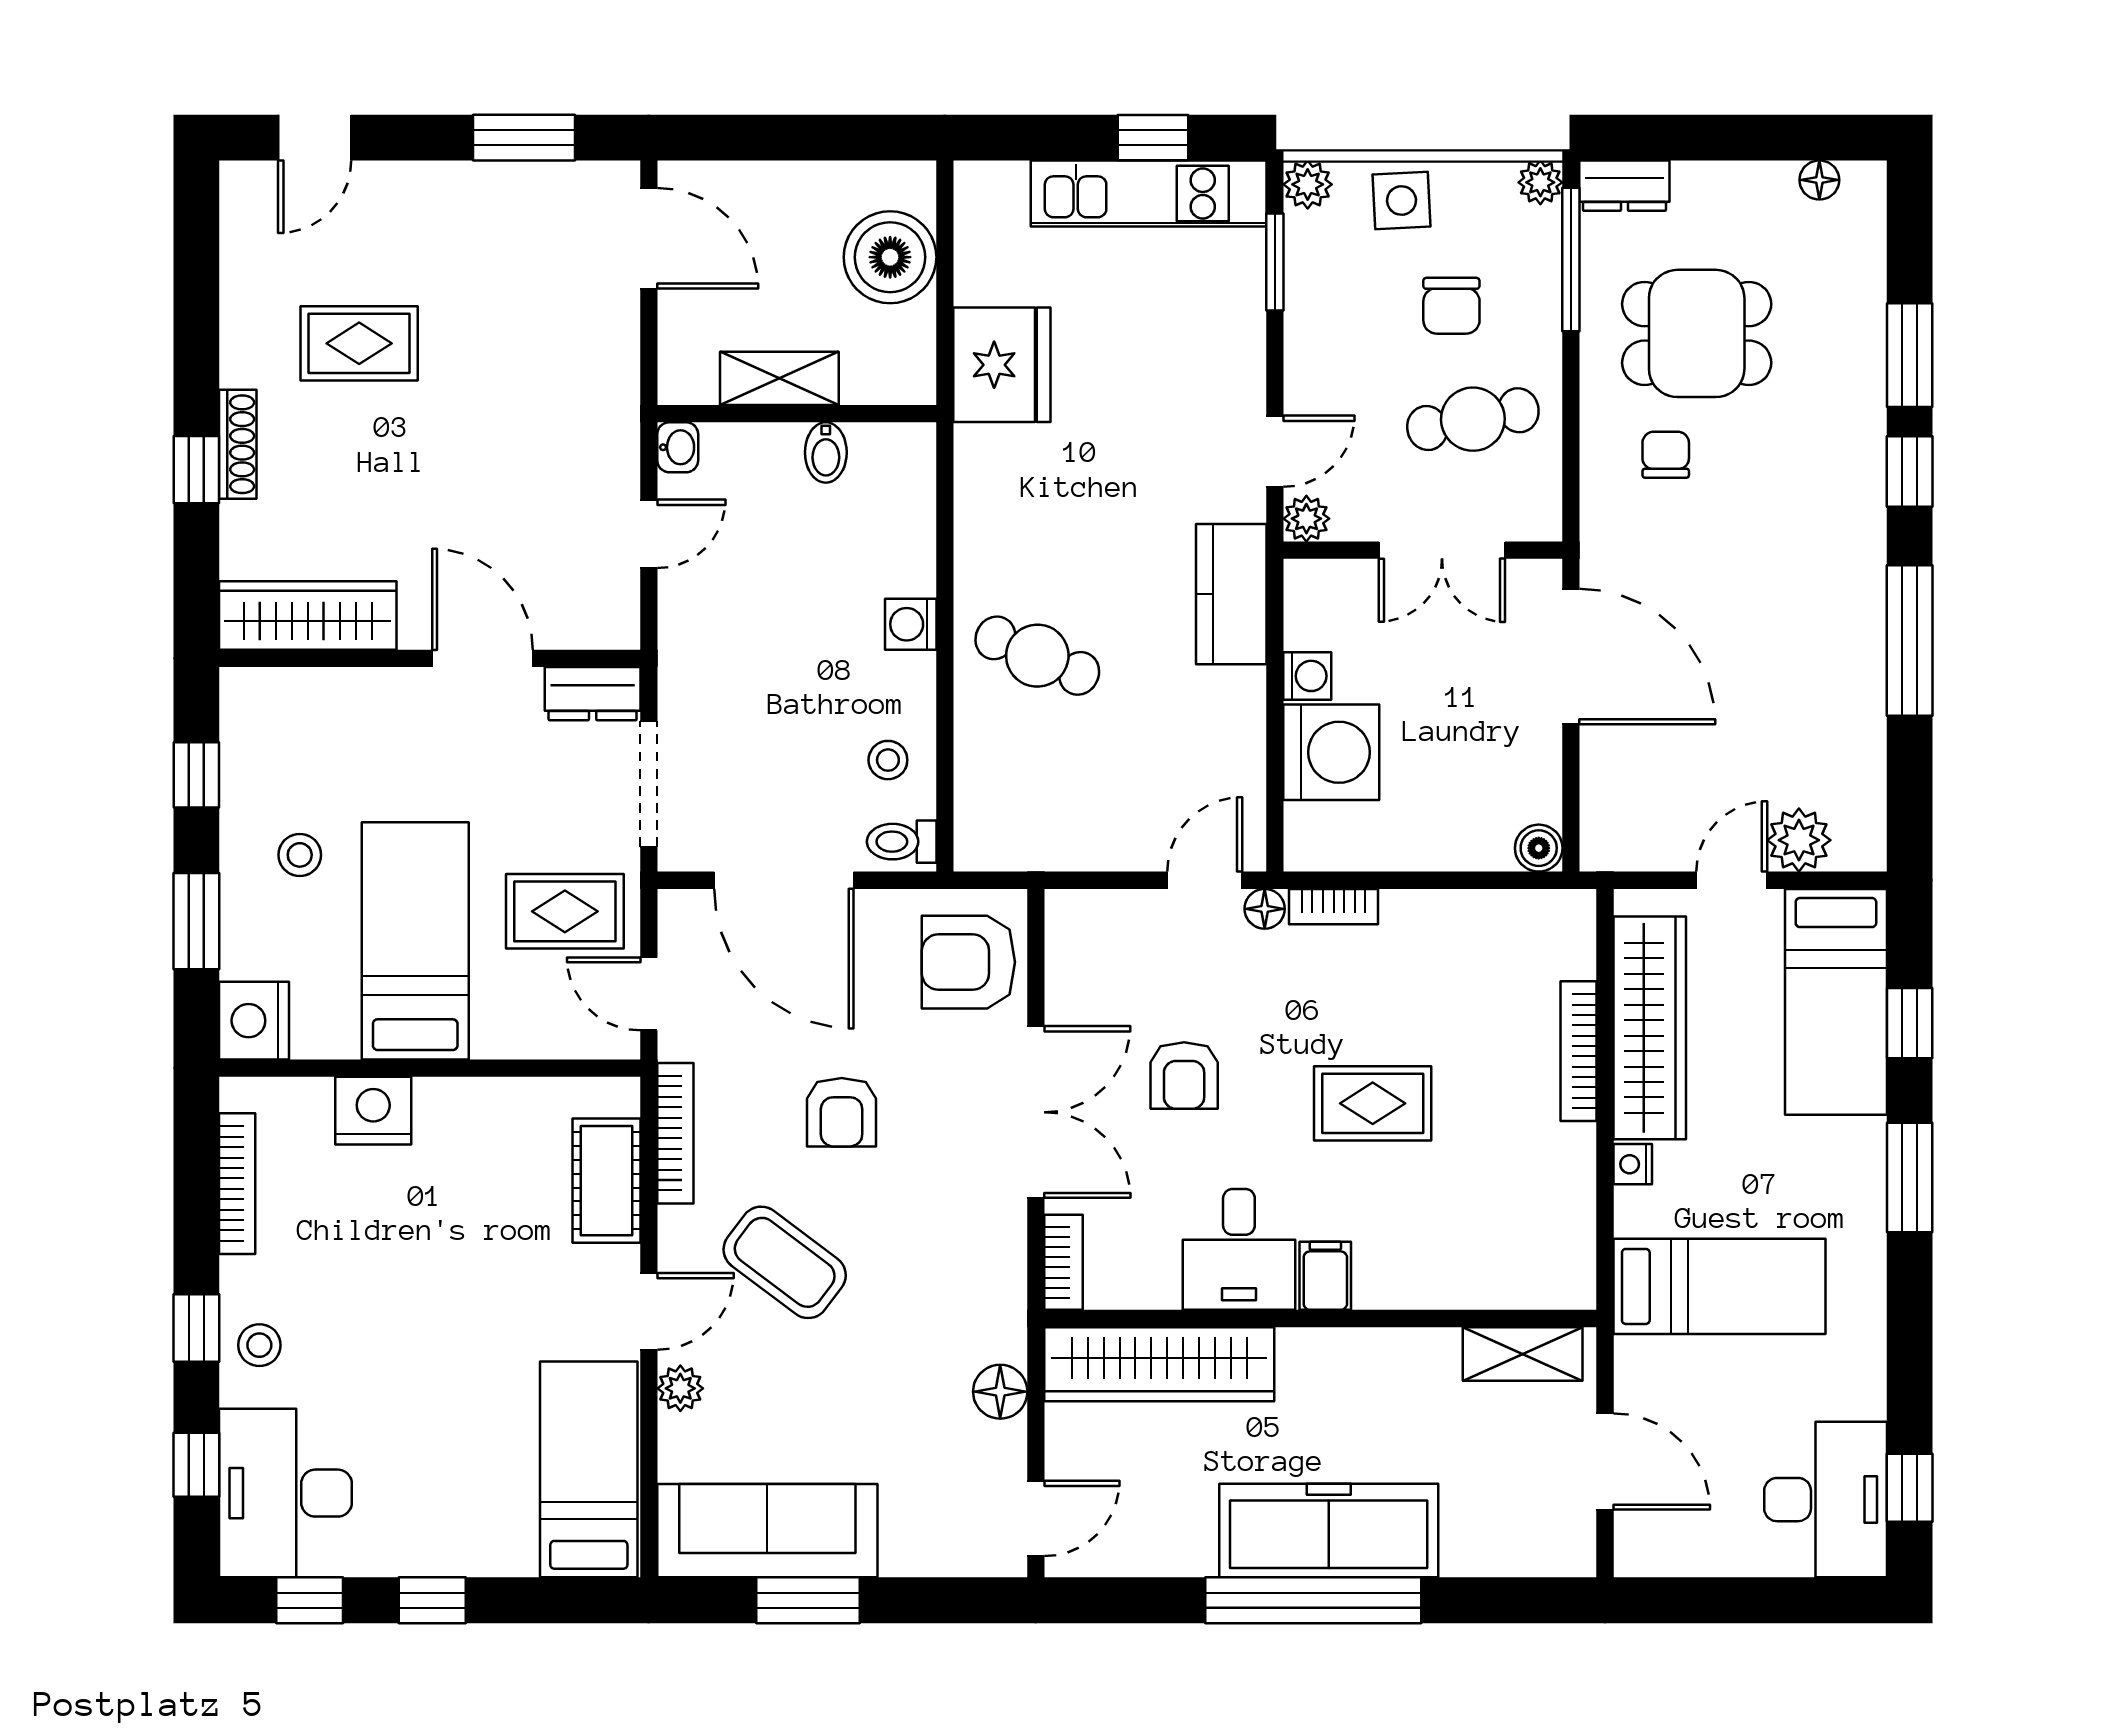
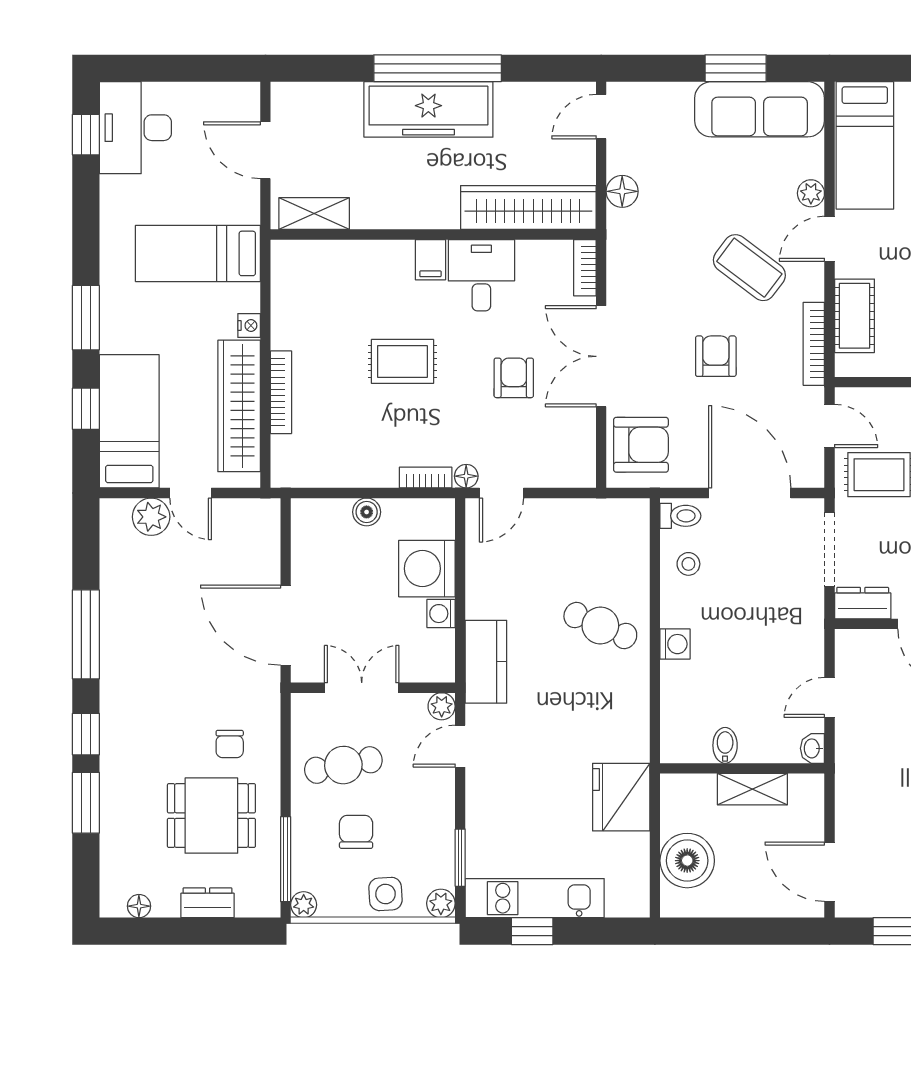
dresser: (1624, 186) -> (207, 903), moved
boiler: (1539, 848) -> (367, 512), moved
door: (1732, 880) -> (191, 493), hinge flipped

